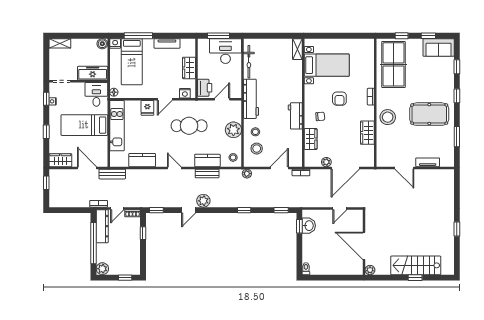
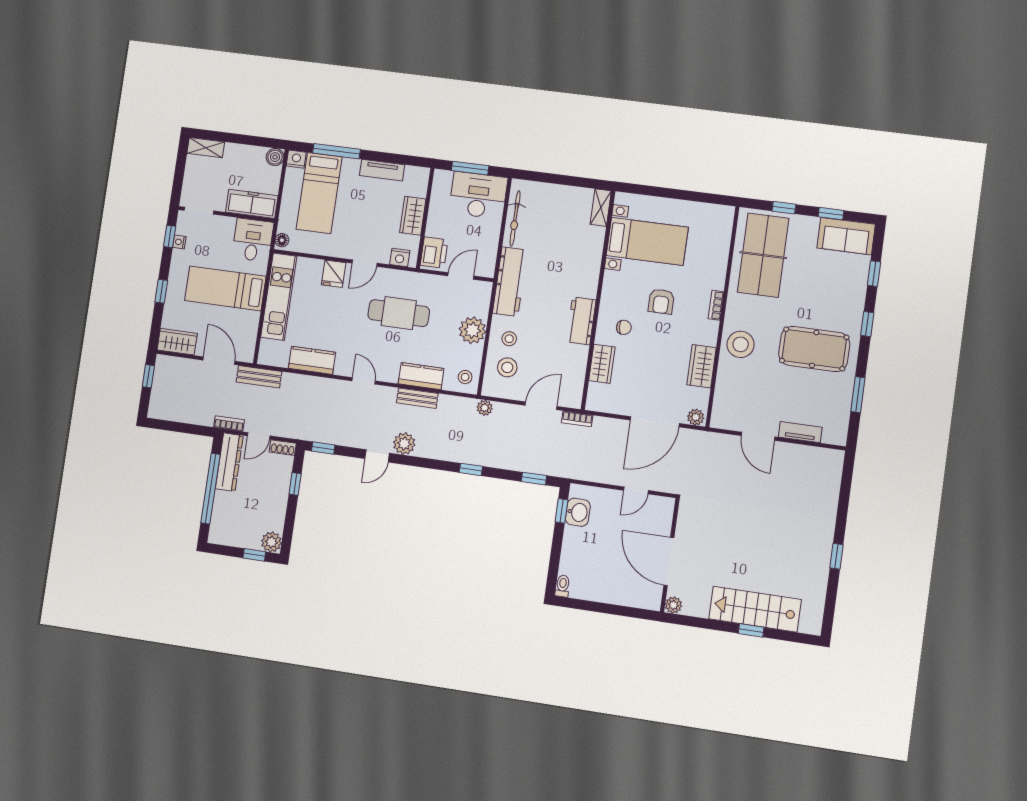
plant: (326, 162) -> (696, 417), moved
plant: (102, 269) -> (271, 542), moved

